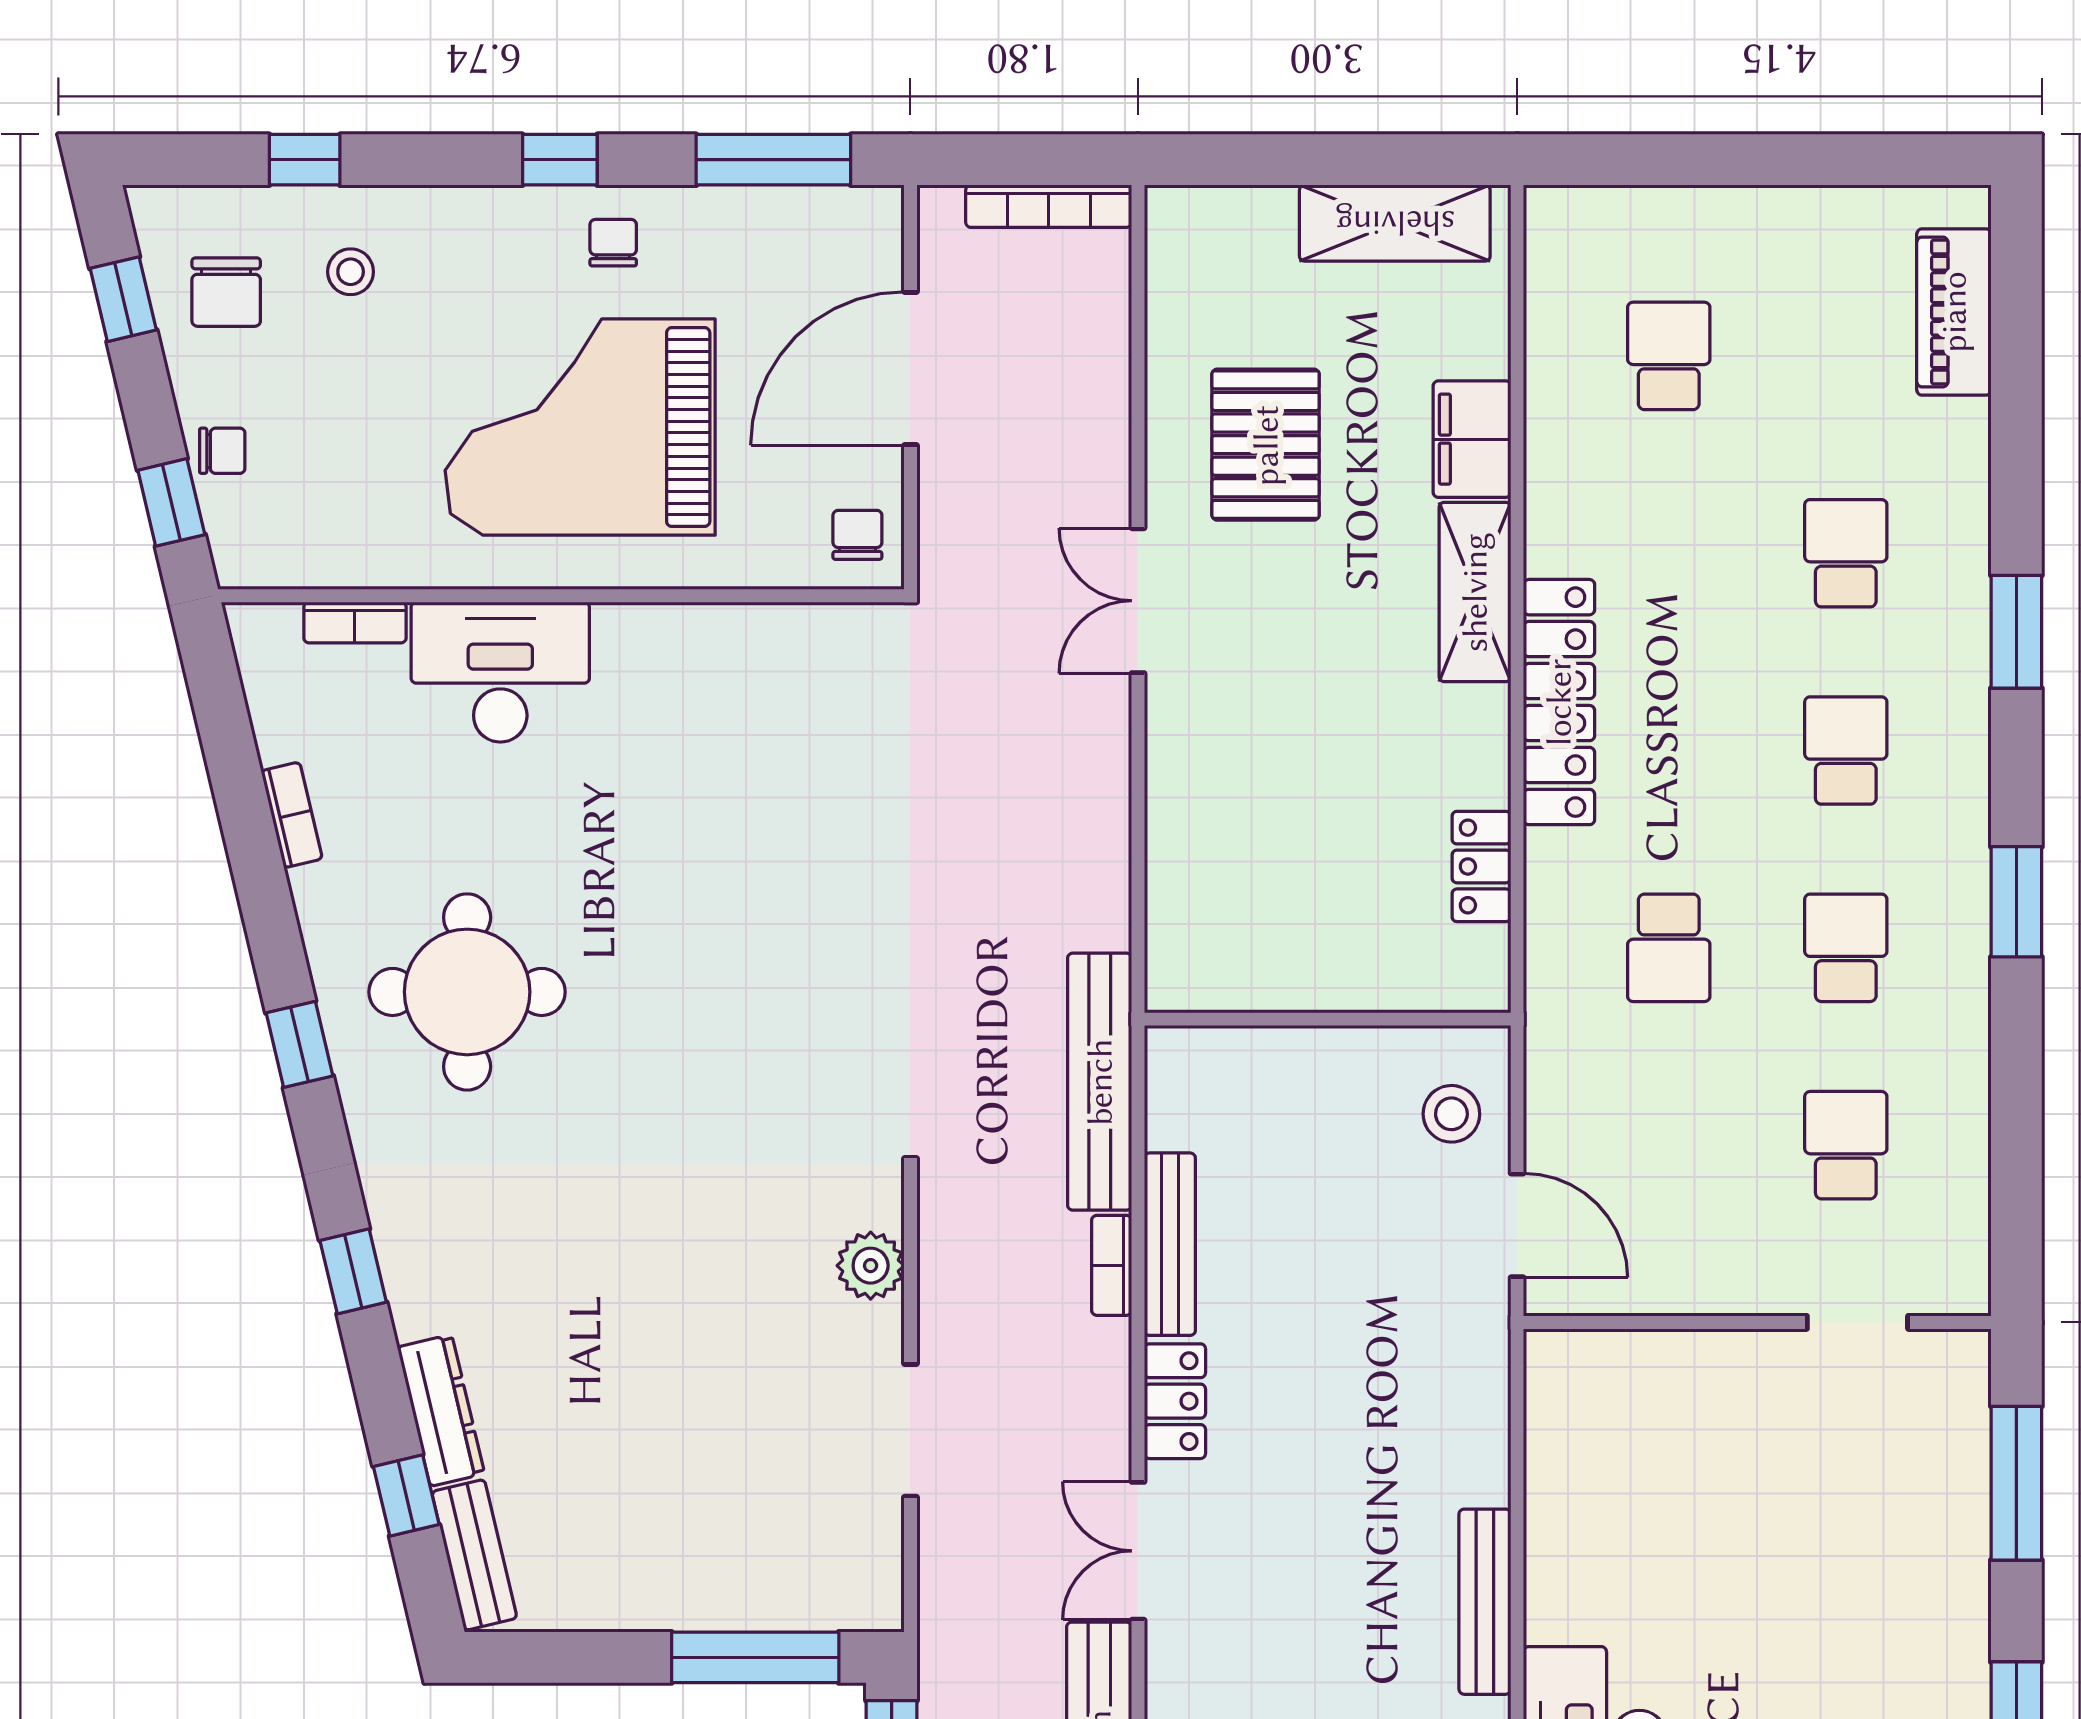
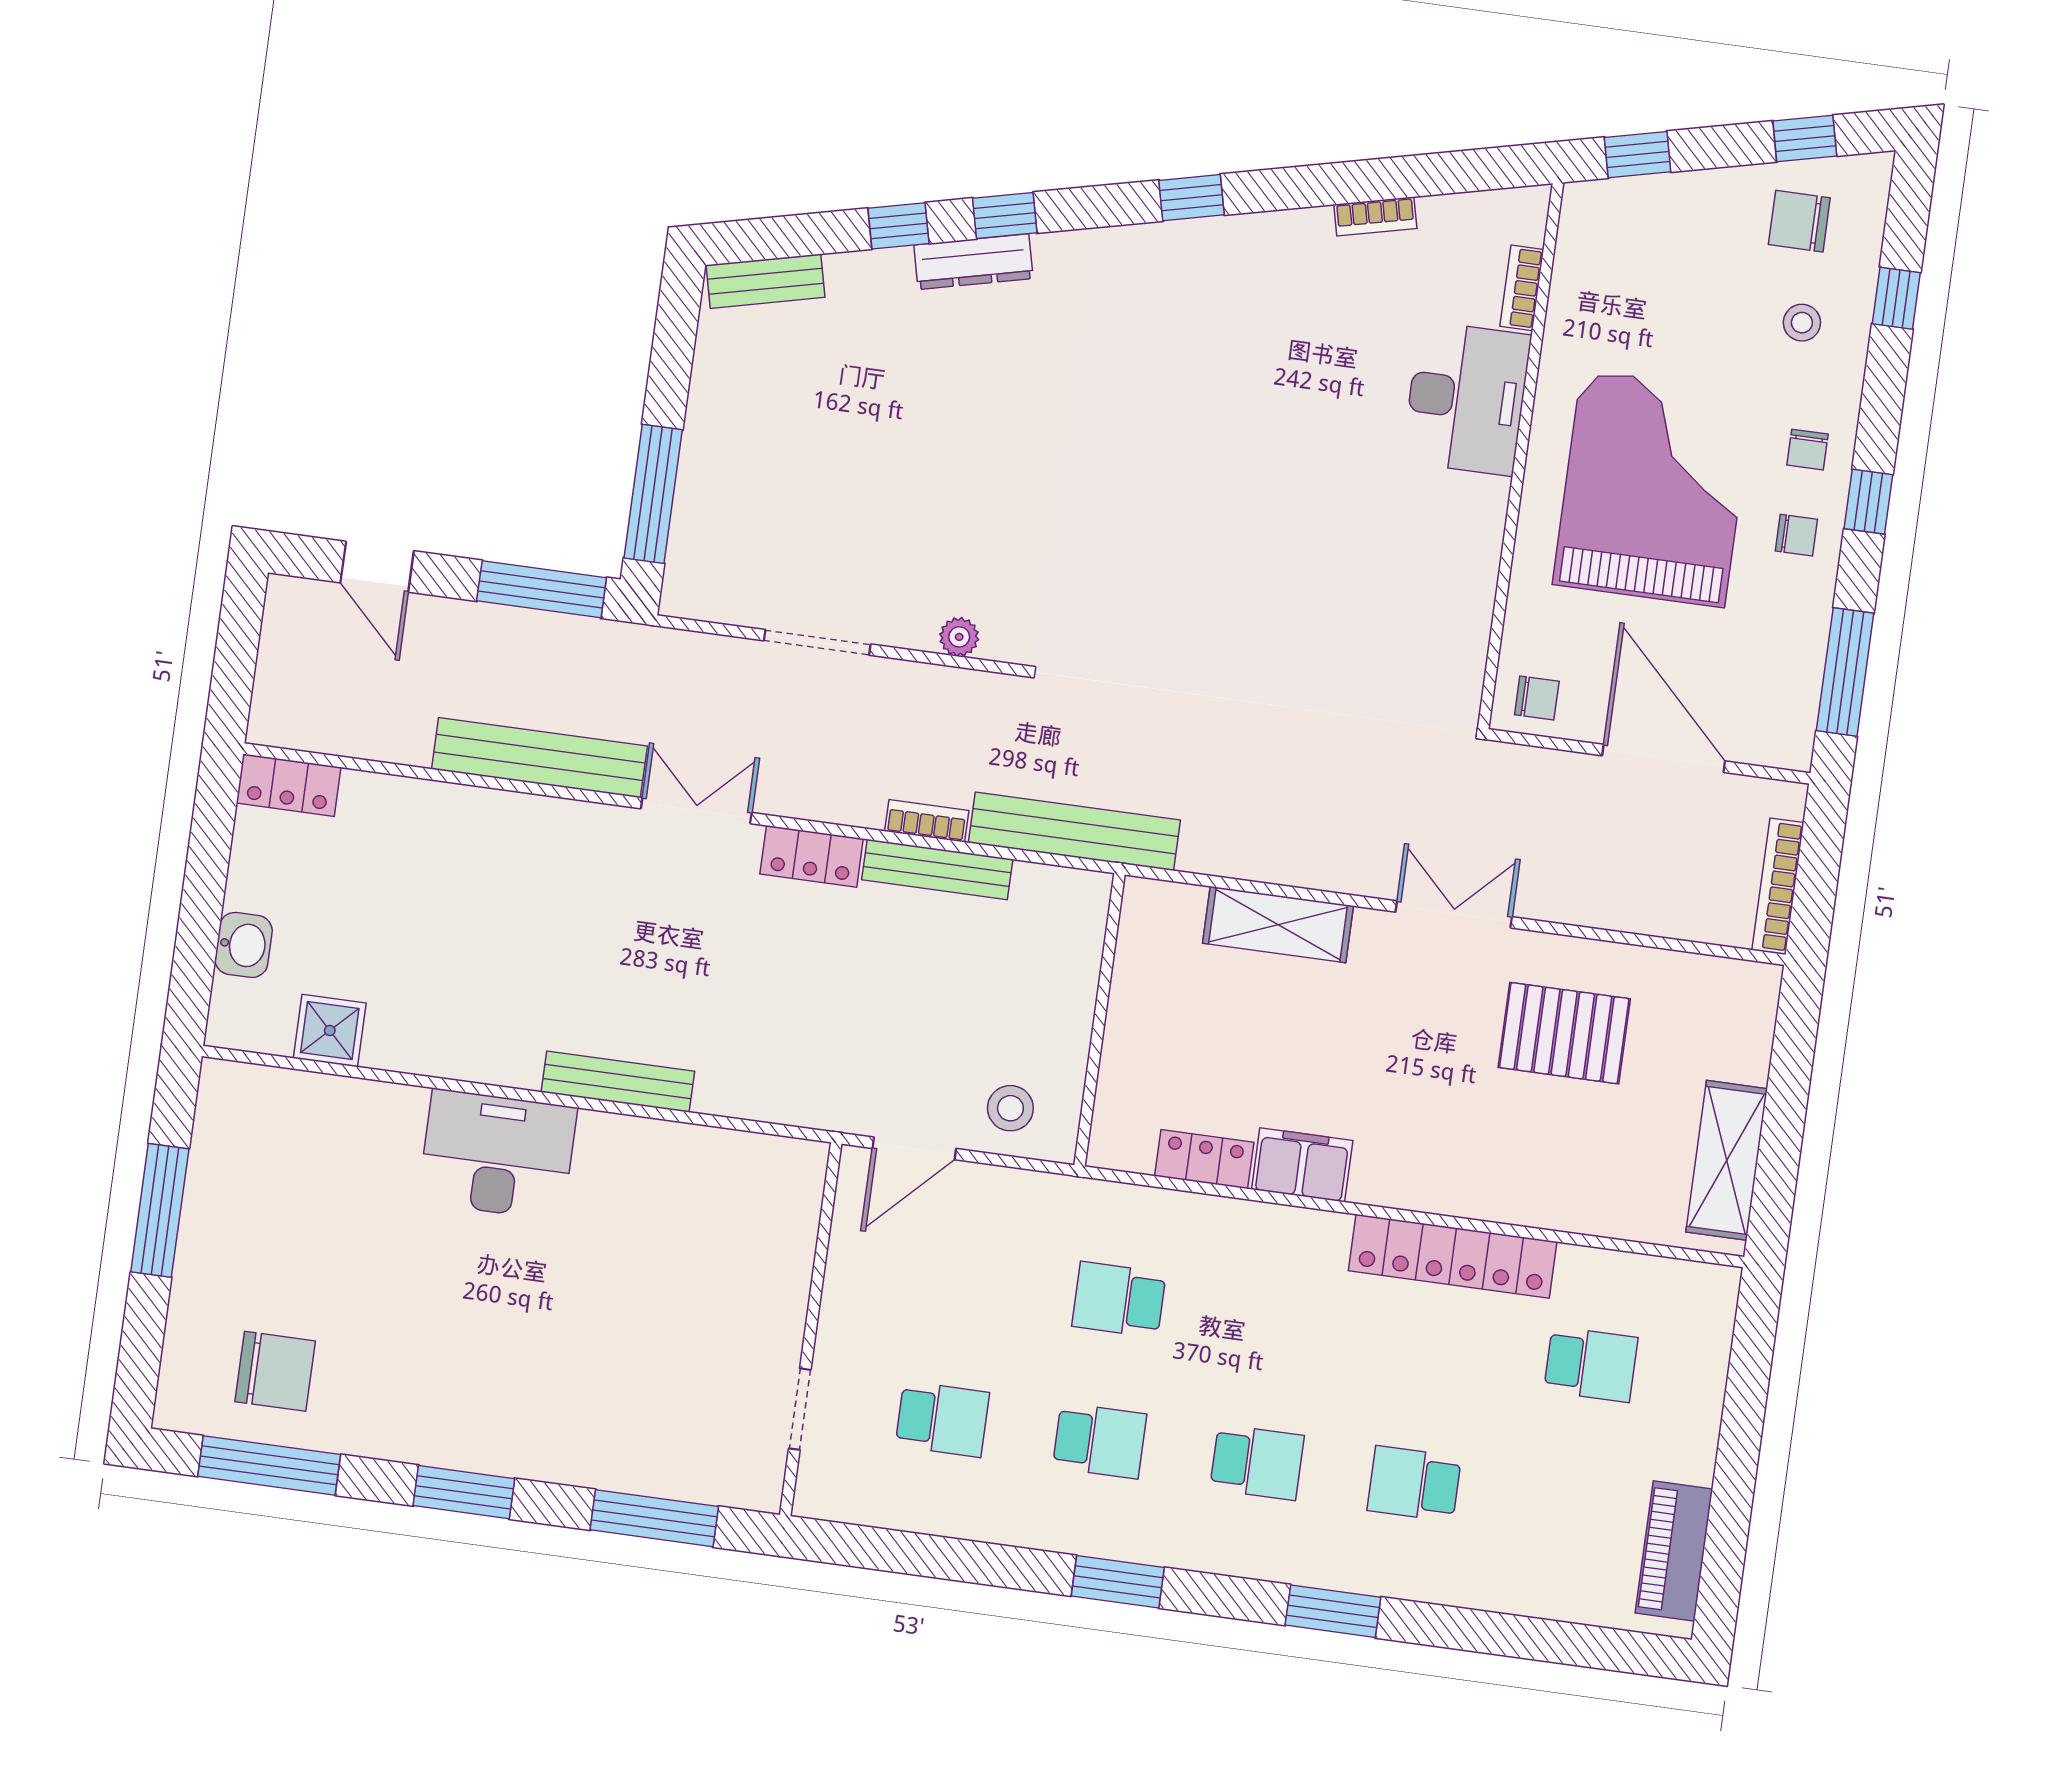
piano: (1954, 312) -> (1674, 1551), moved, turned -90
filing cabinet: (1472, 439) -> (1302, 1165), moved
chair: (222, 451) -> (1807, 450), moved
school desk: (1846, 553) -> (1414, 1484), turned 180
shelving: (1475, 592) -> (1278, 925), moved
locker: (1559, 702) -> (1453, 1256), moved
round table: (467, 992) -> (1215, 337), removed
plant: (871, 1266) -> (959, 637), width x0.73, depth x0.73
dresser: (441, 1410) -> (973, 262), moved
window: (406, 1496) -> (899, 226), moved

